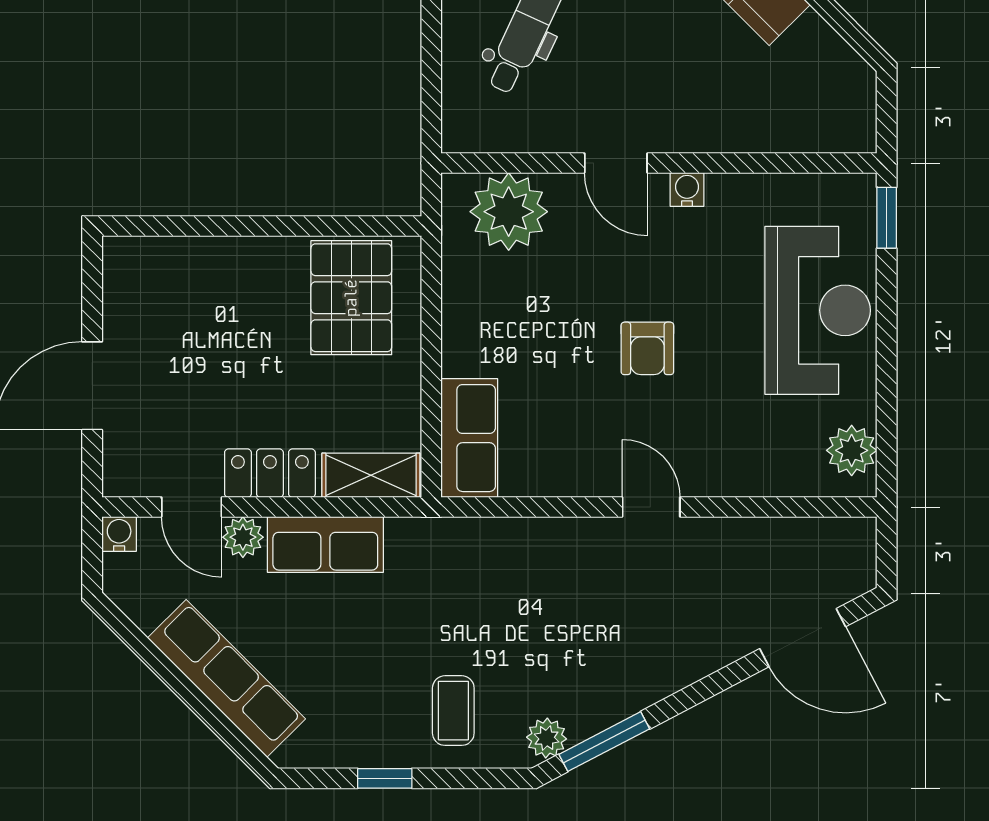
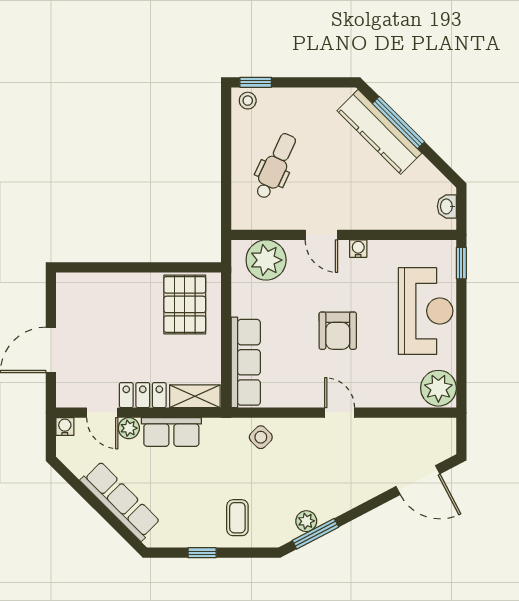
washbasin: (859, 108) -> (447, 206), added
armchair: (647, 348) -> (338, 331), width x1.38, depth x1.38
row of seats: (469, 438) -> (246, 362), width x1.48
plant: (852, 450) -> (438, 388), width x1.36, depth x1.36
side table: (498, 555) -> (261, 437), added
plant: (547, 738) -> (306, 521), moved

